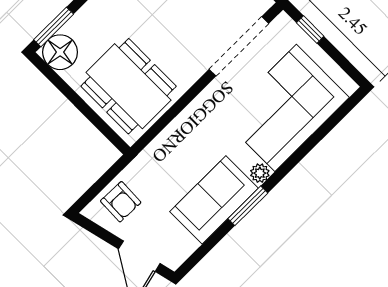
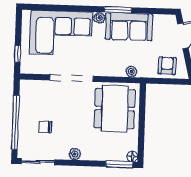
doorway: (239, 46) -> (71, 78), moved
floor lamp: (60, 52) -> (132, 156), width x0.53, depth x0.53
plant: (155, 150) -> (131, 72), added

